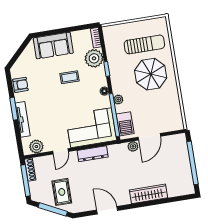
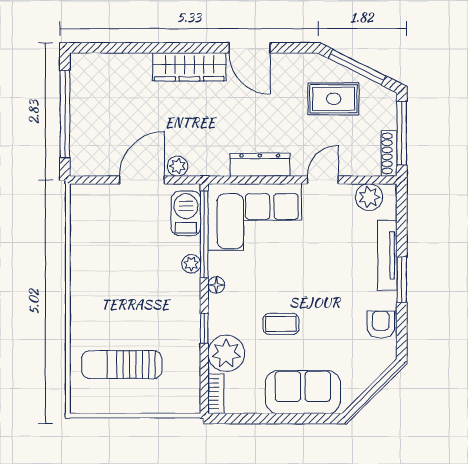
parasol: (151, 74) -> (119, 304), removed
armchair: (20, 85) -> (381, 325), turned 90
rug: (62, 192) -> (334, 99), turned 90
wardrobe: (148, 194) -> (189, 67), moved

